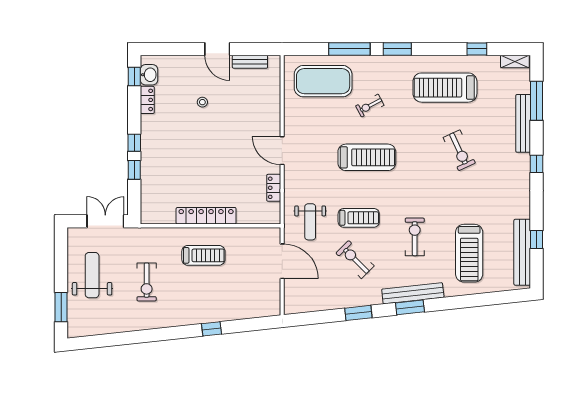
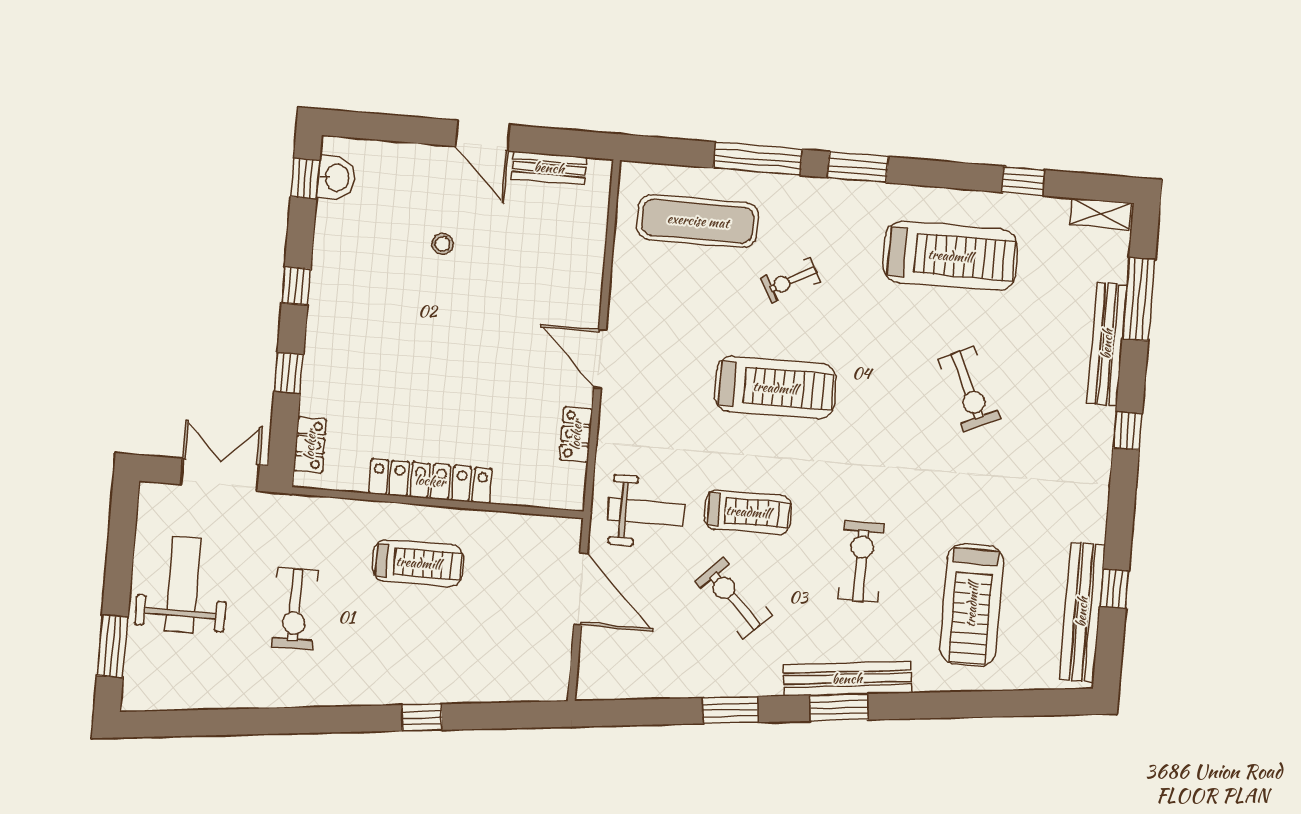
exercise mat: (323, 81) -> (698, 221), width x0.68
treadmill: (445, 88) -> (950, 256), turned 180
locker: (147, 100) -> (310, 445), moved
window: (134, 143) -> (296, 286), moved
weight bench: (310, 222) -> (646, 512), turned -90

